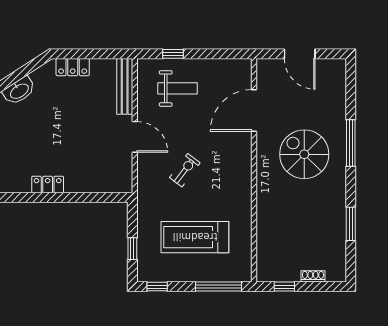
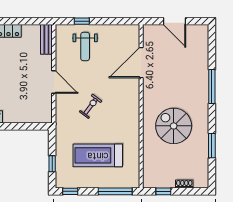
bench: (125, 86) -> (46, 39), width x0.73
weight bench: (177, 88) -> (85, 46), turned 90
spiral stairs: (304, 154) -> (174, 126), moved

